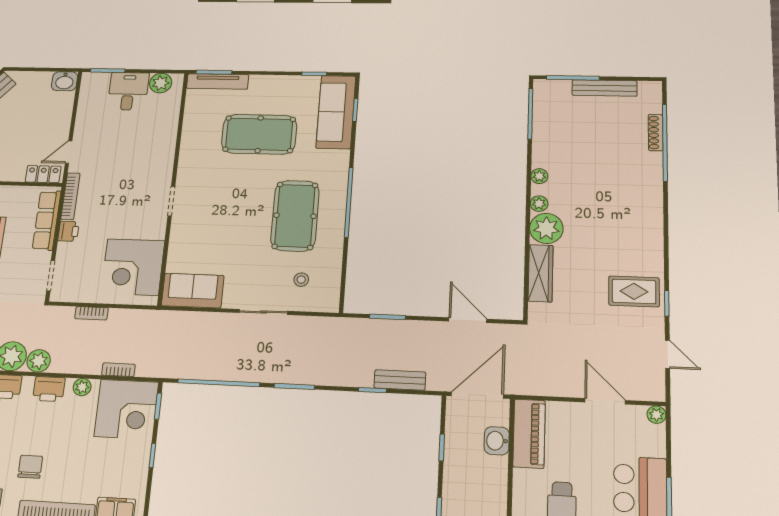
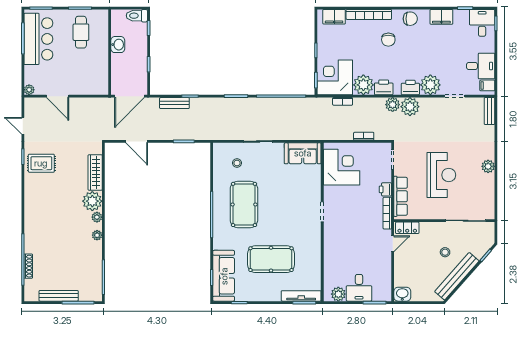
plant: (82, 387) -> (363, 85), width x1.87, depth x1.87
piano: (529, 434) -> (100, 75), removed
washbasin: (497, 441) -> (118, 45), moved

